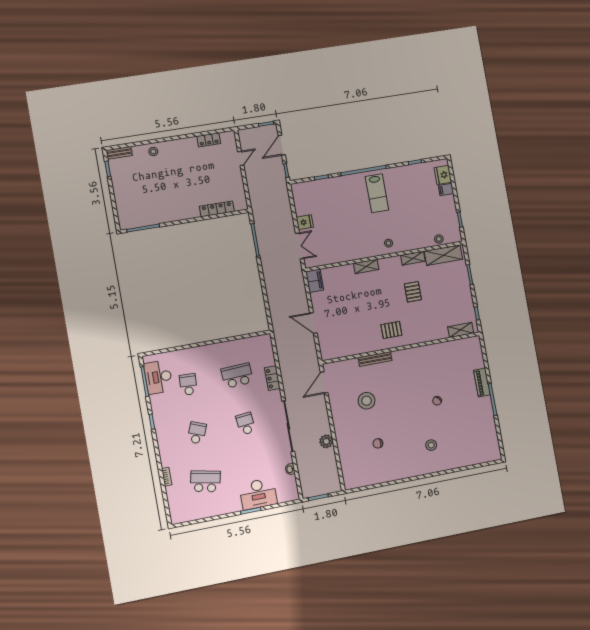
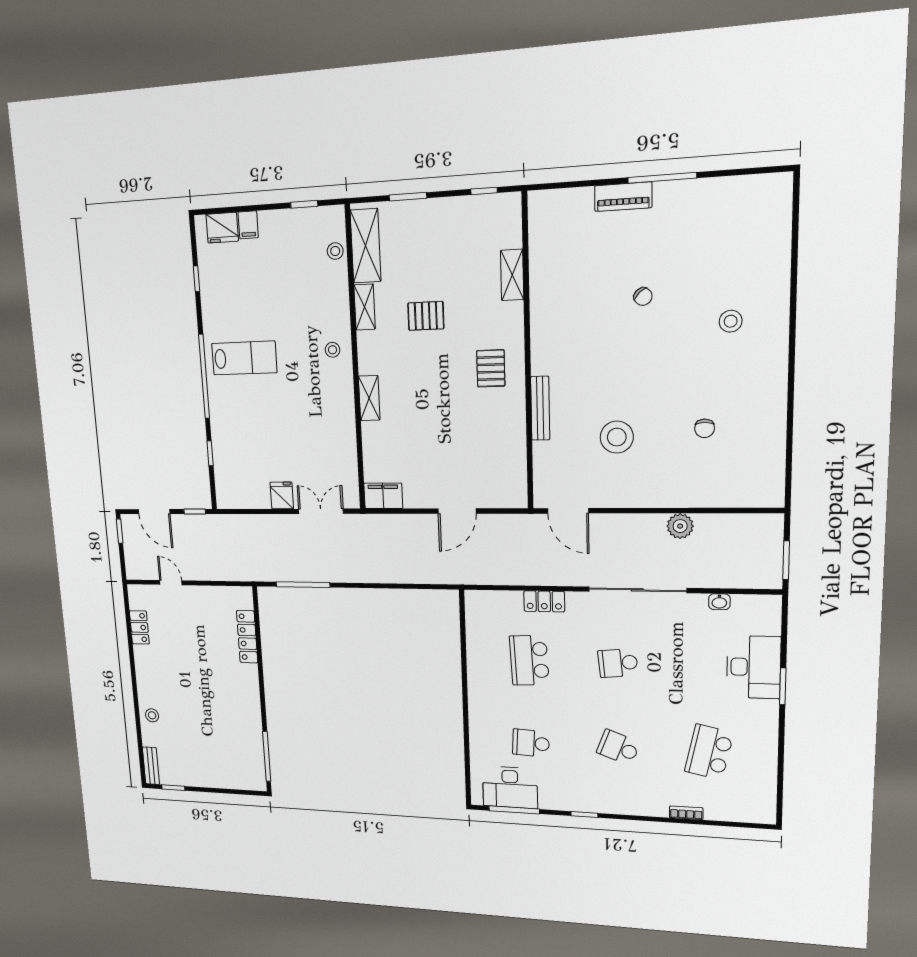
shelving: (461, 330) -> (512, 275), moved

